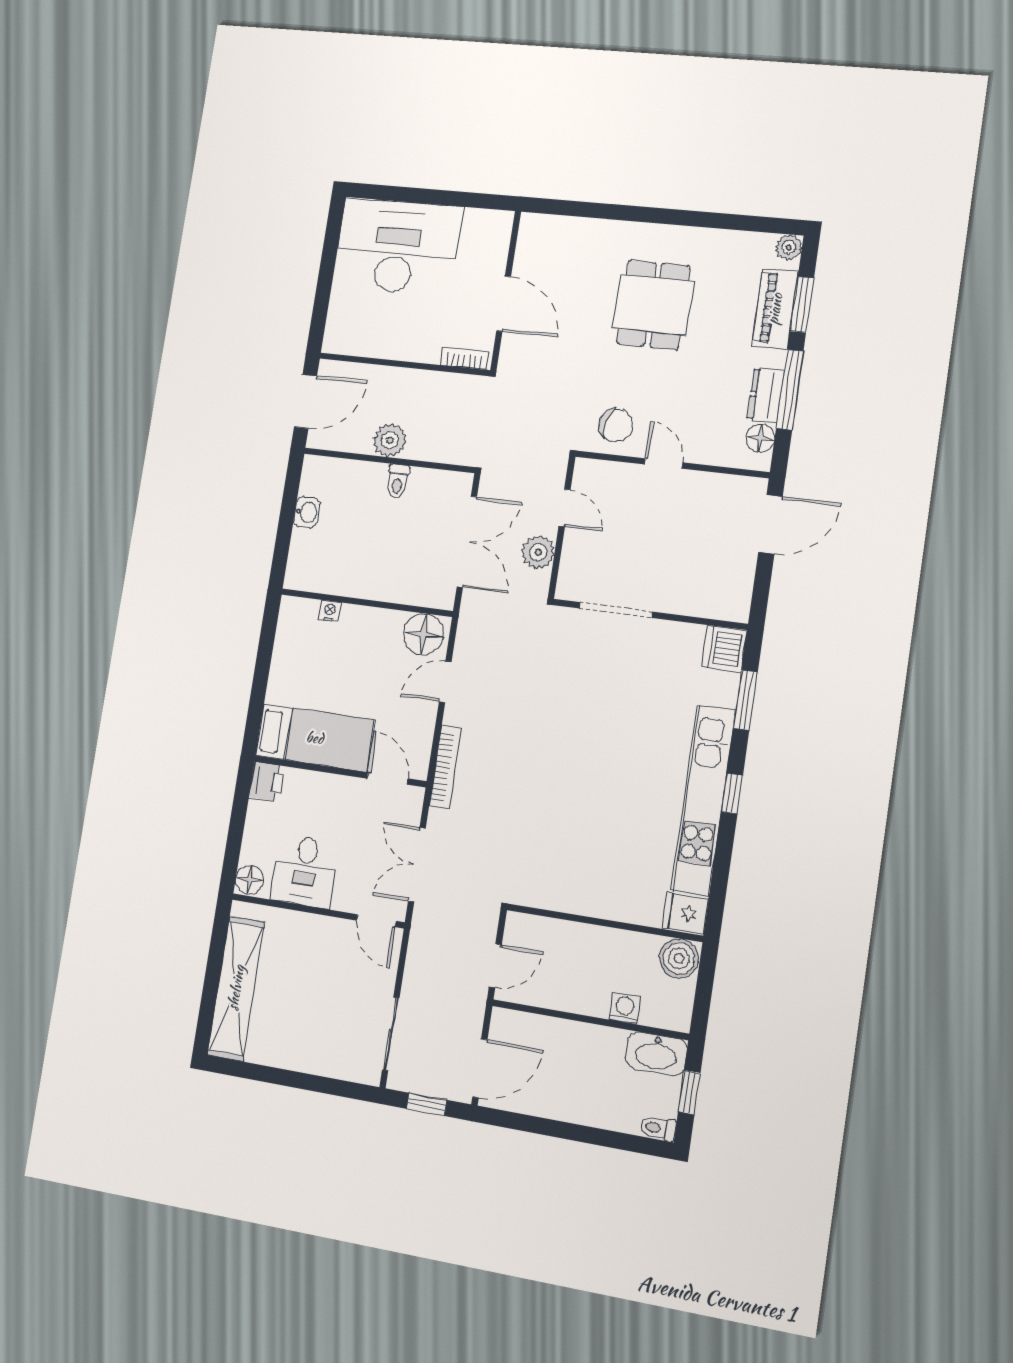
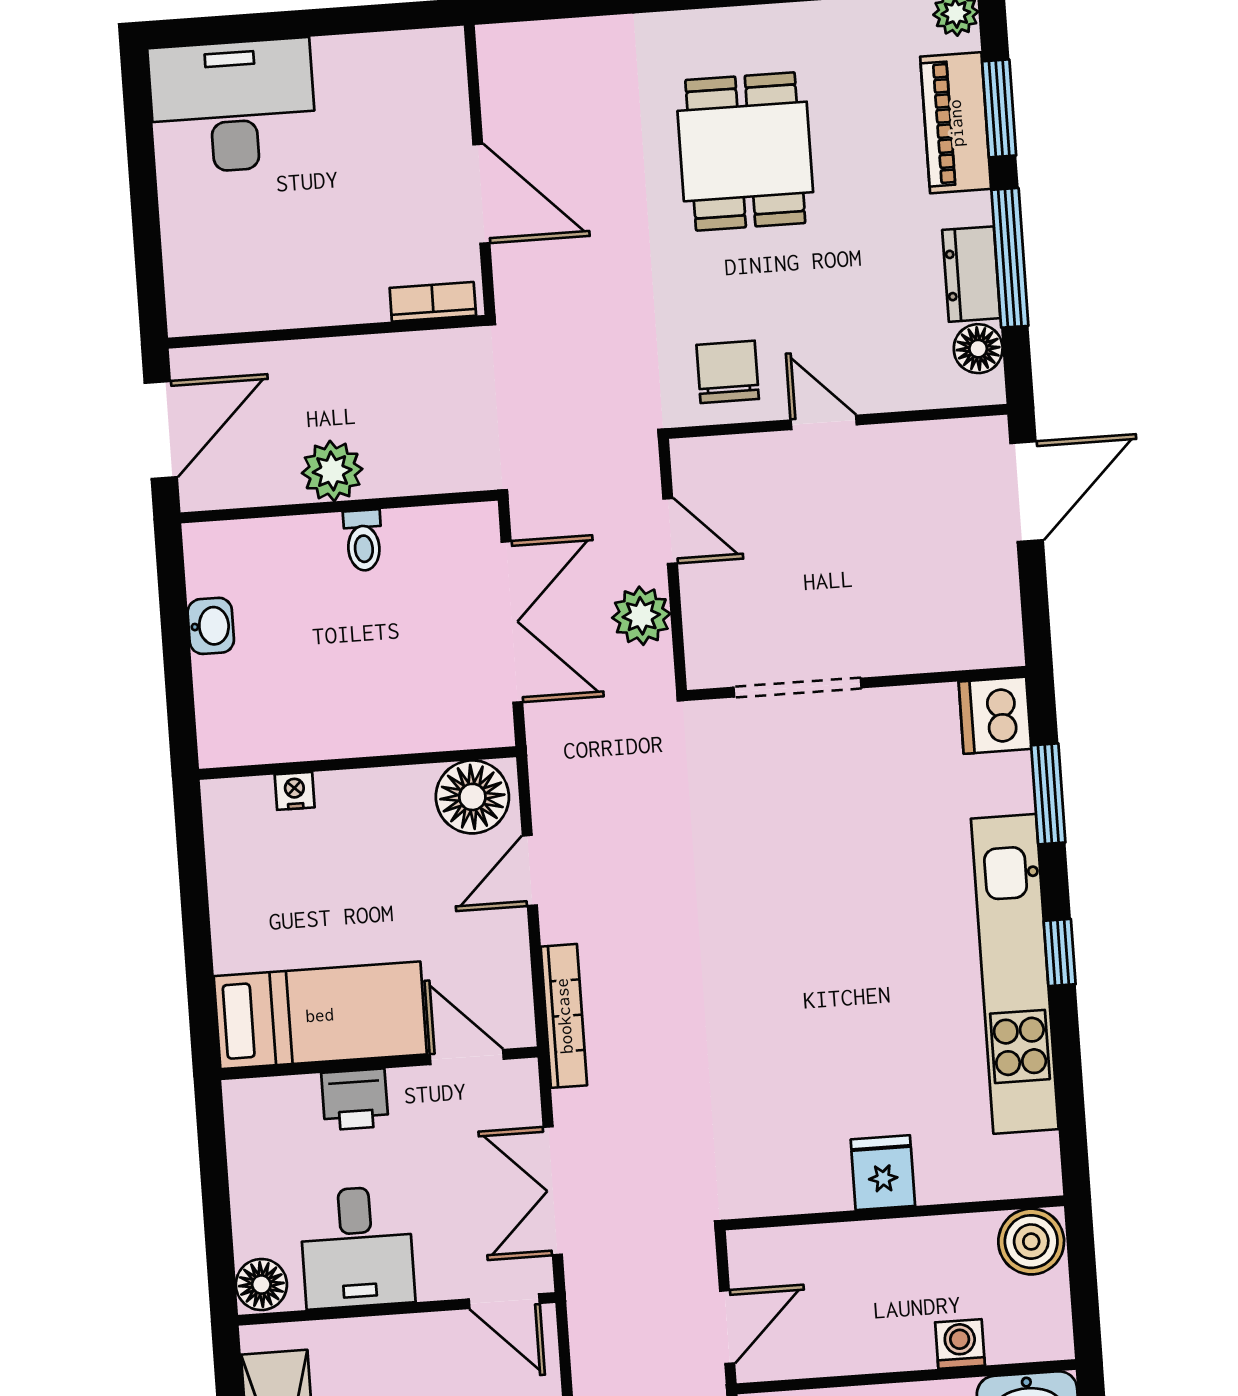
desk: (397, 246) -> (233, 106), width x0.73, depth x0.77
chair: (616, 425) -> (728, 372), turned -103
printer: (267, 782) -> (355, 1099), moved, turned 90
fridge: (685, 913) -> (883, 1173), moved, turned 90

